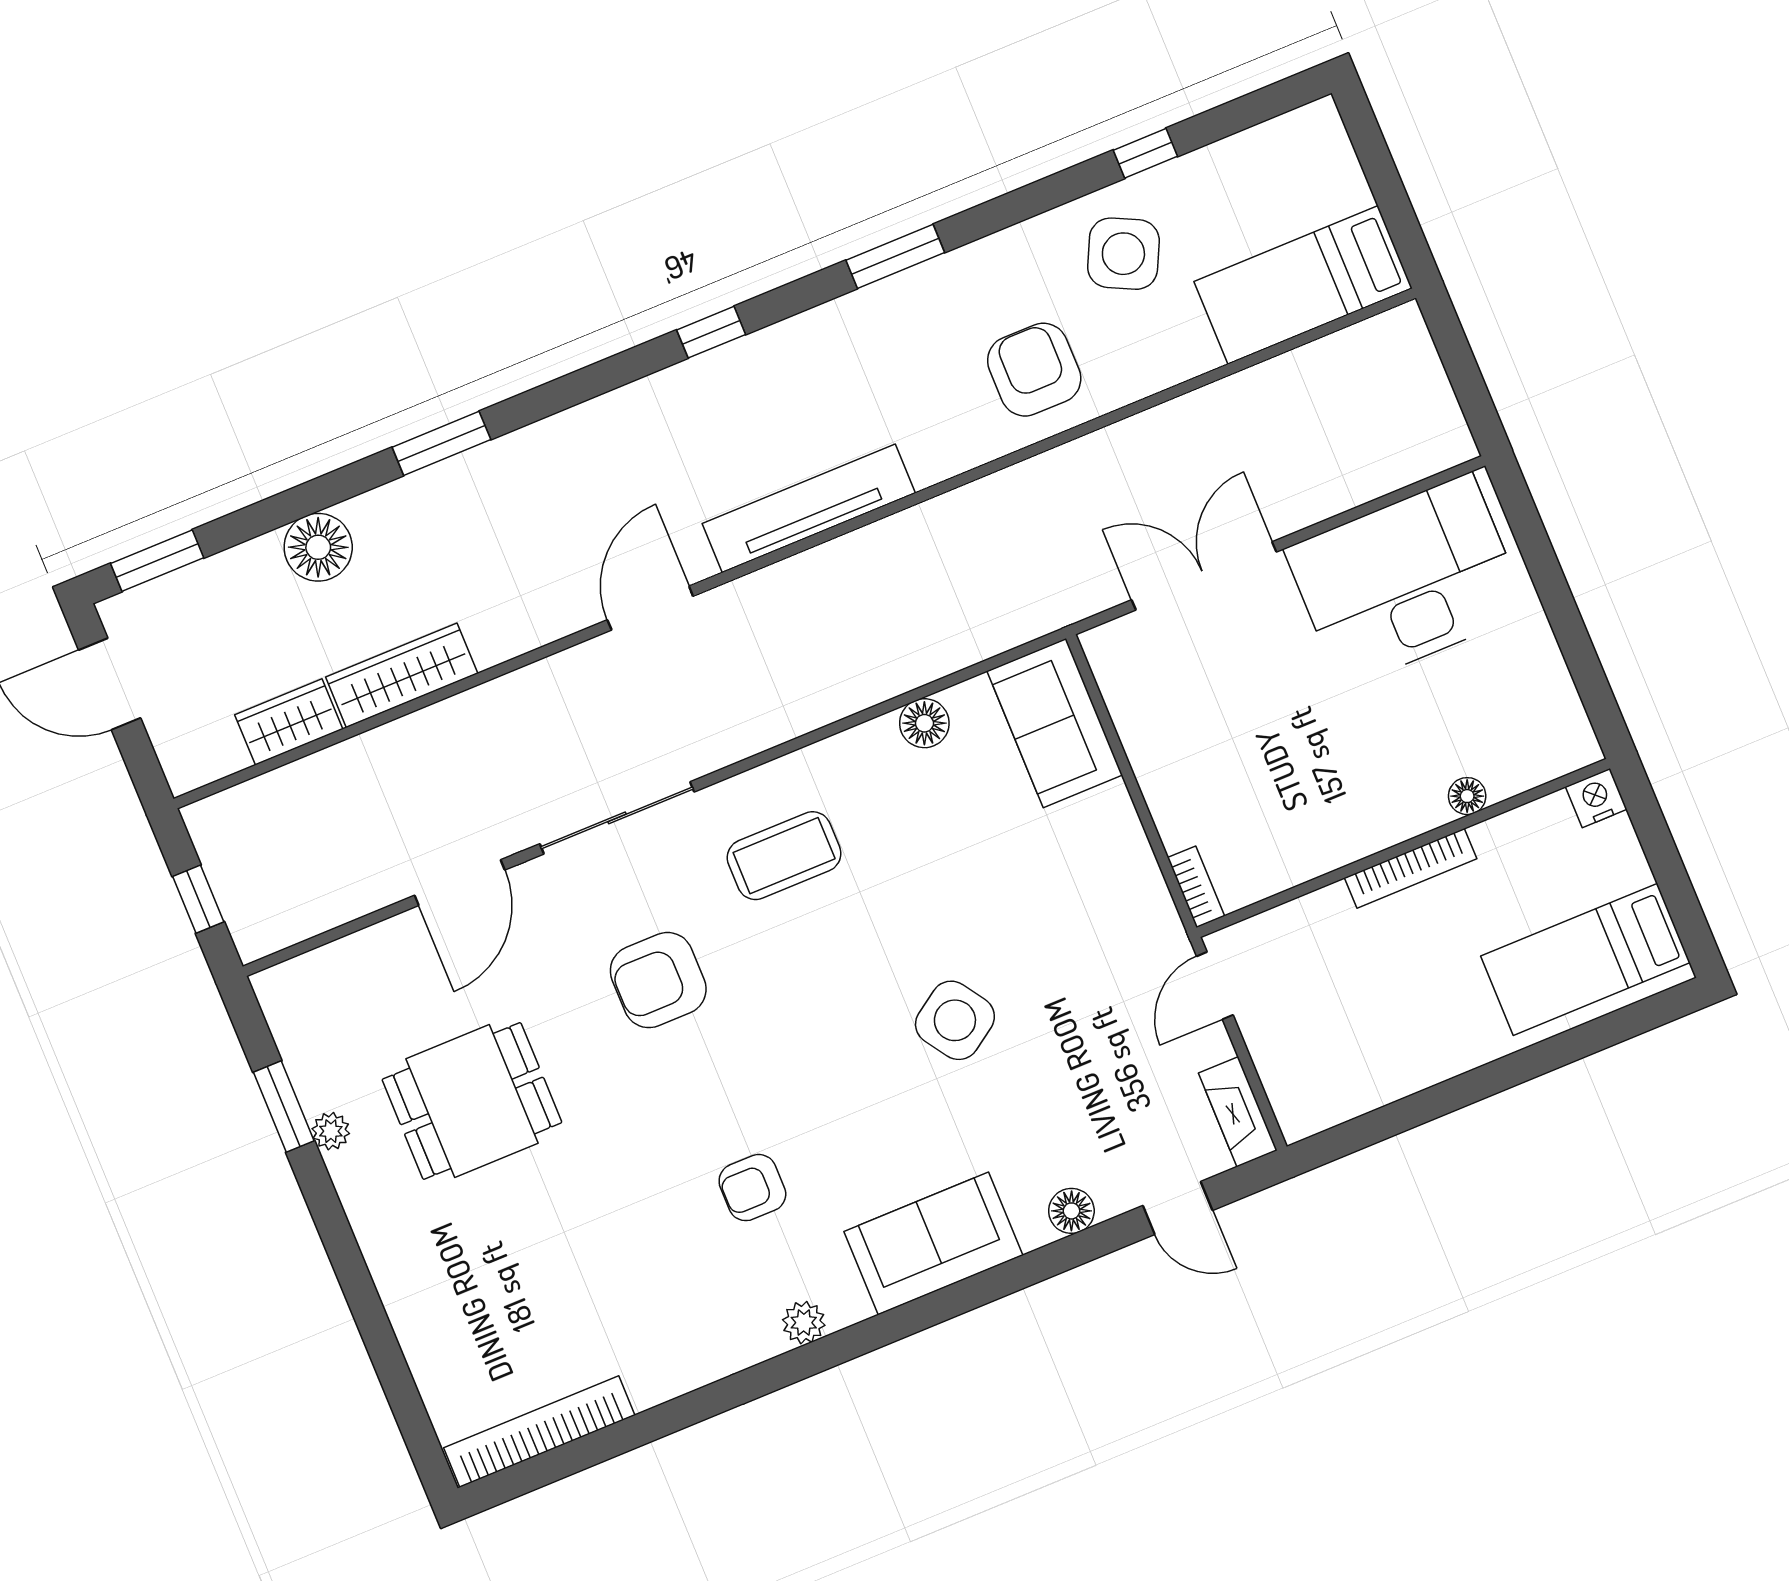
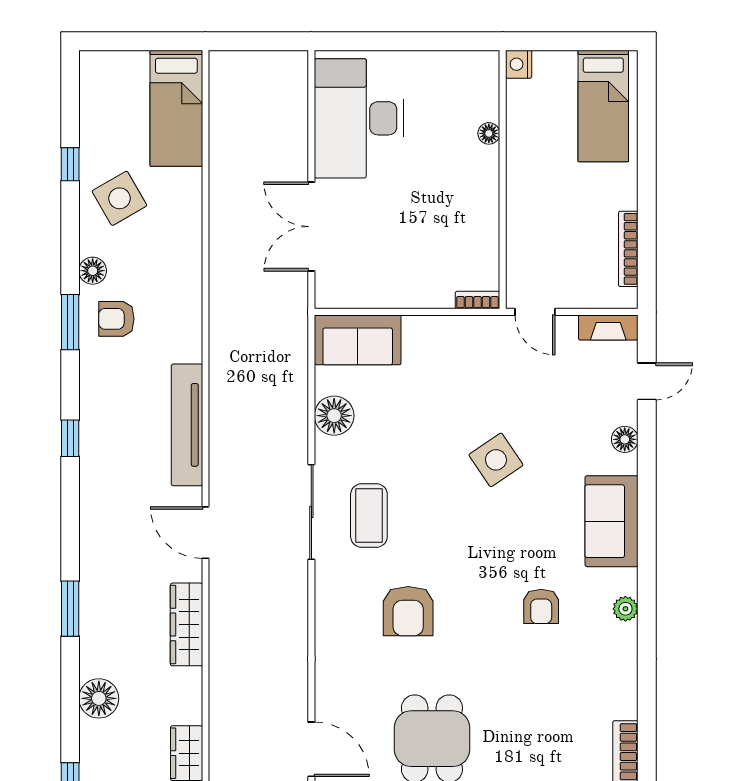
side table: (1123, 254) -> (119, 198), turned 34
floor lamp: (991, 258) -> (93, 271), added
armchair: (1034, 370) -> (116, 319), moved, width x0.72, depth x0.72
wardrobe: (402, 675) -> (187, 624), moved
floor lamp: (924, 723) -> (334, 416), width x1.38, depth x1.38
sliding door: (617, 818) -> (311, 512), moved
bookcase: (1411, 868) -> (628, 249), moved, turned 180
door: (460, 883) -> (311, 749), moved

